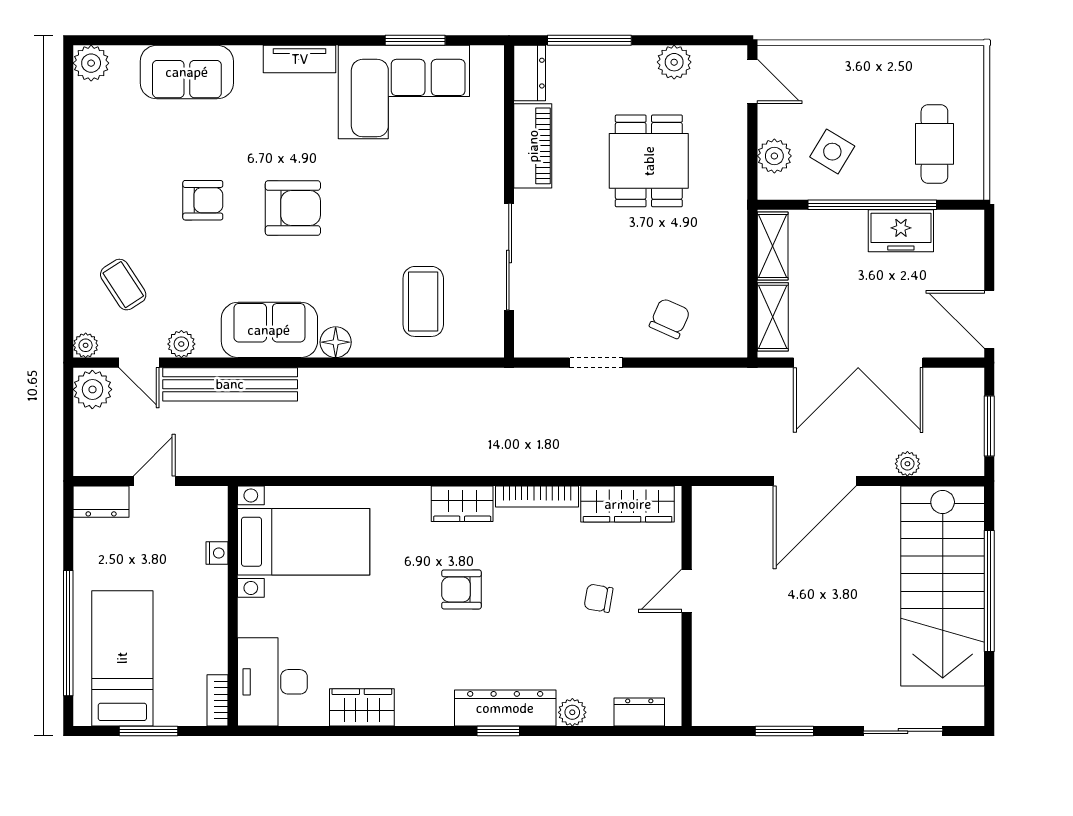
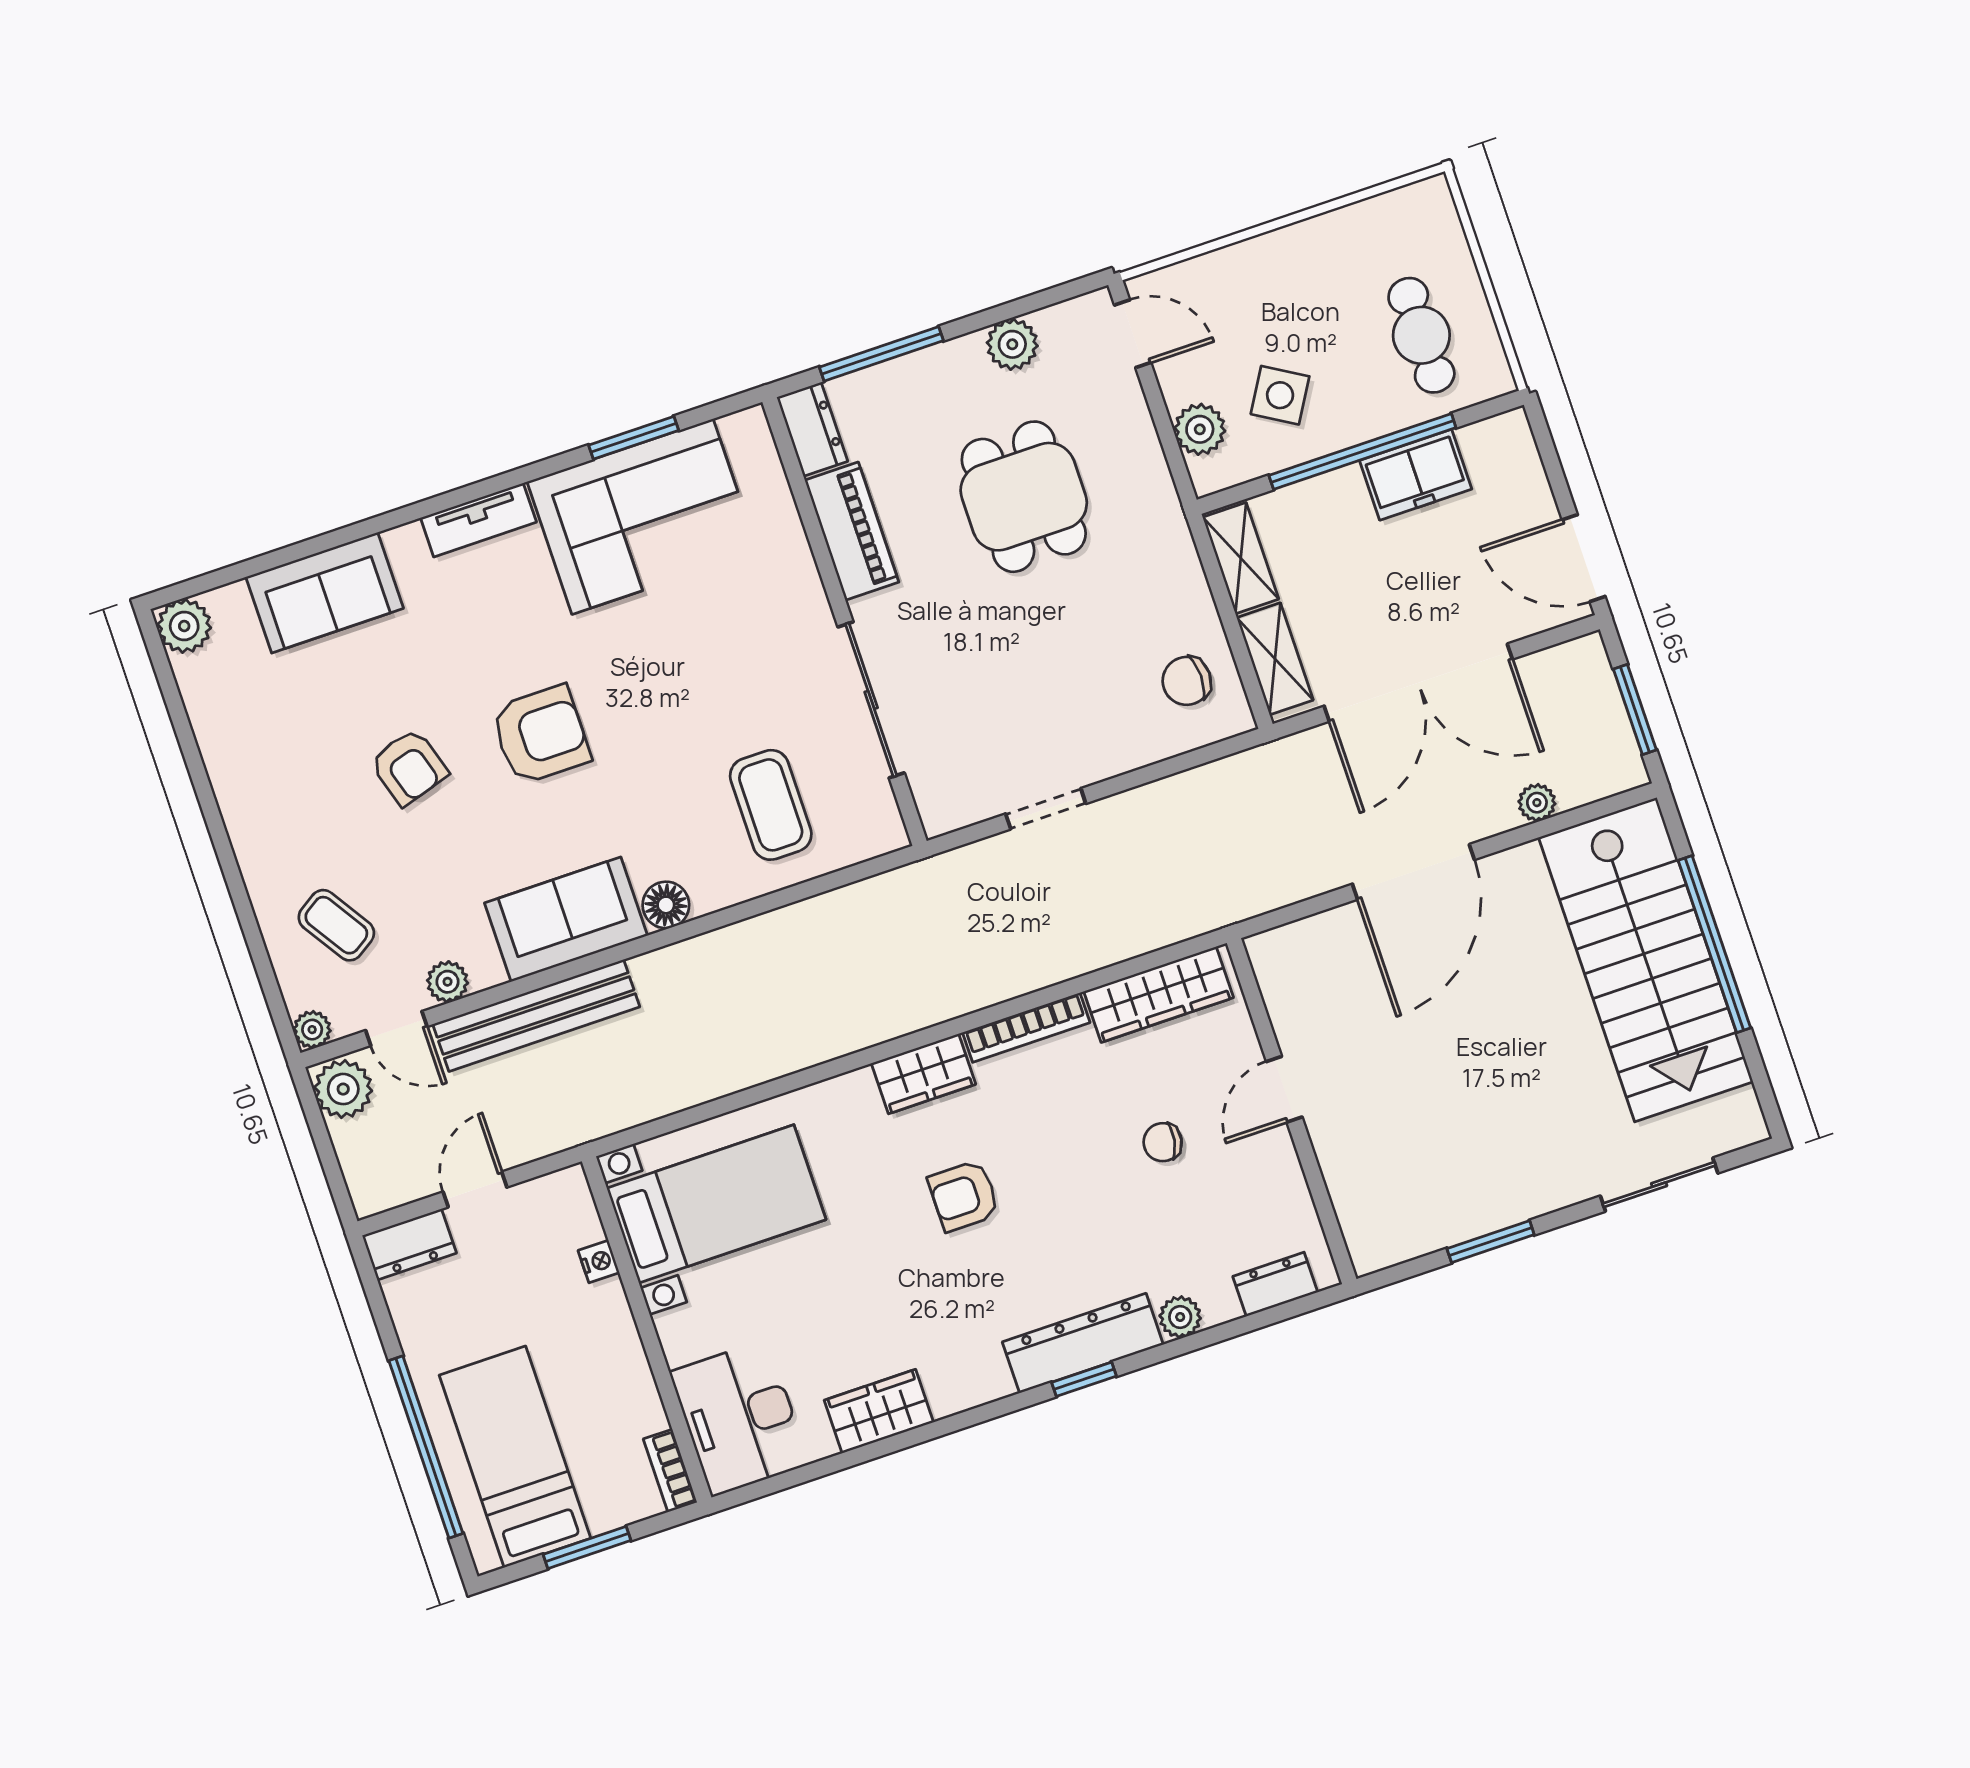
armchair: (203, 200) -> (409, 767), turned 73
chair: (670, 318) -> (1187, 681), moved, turned -115

